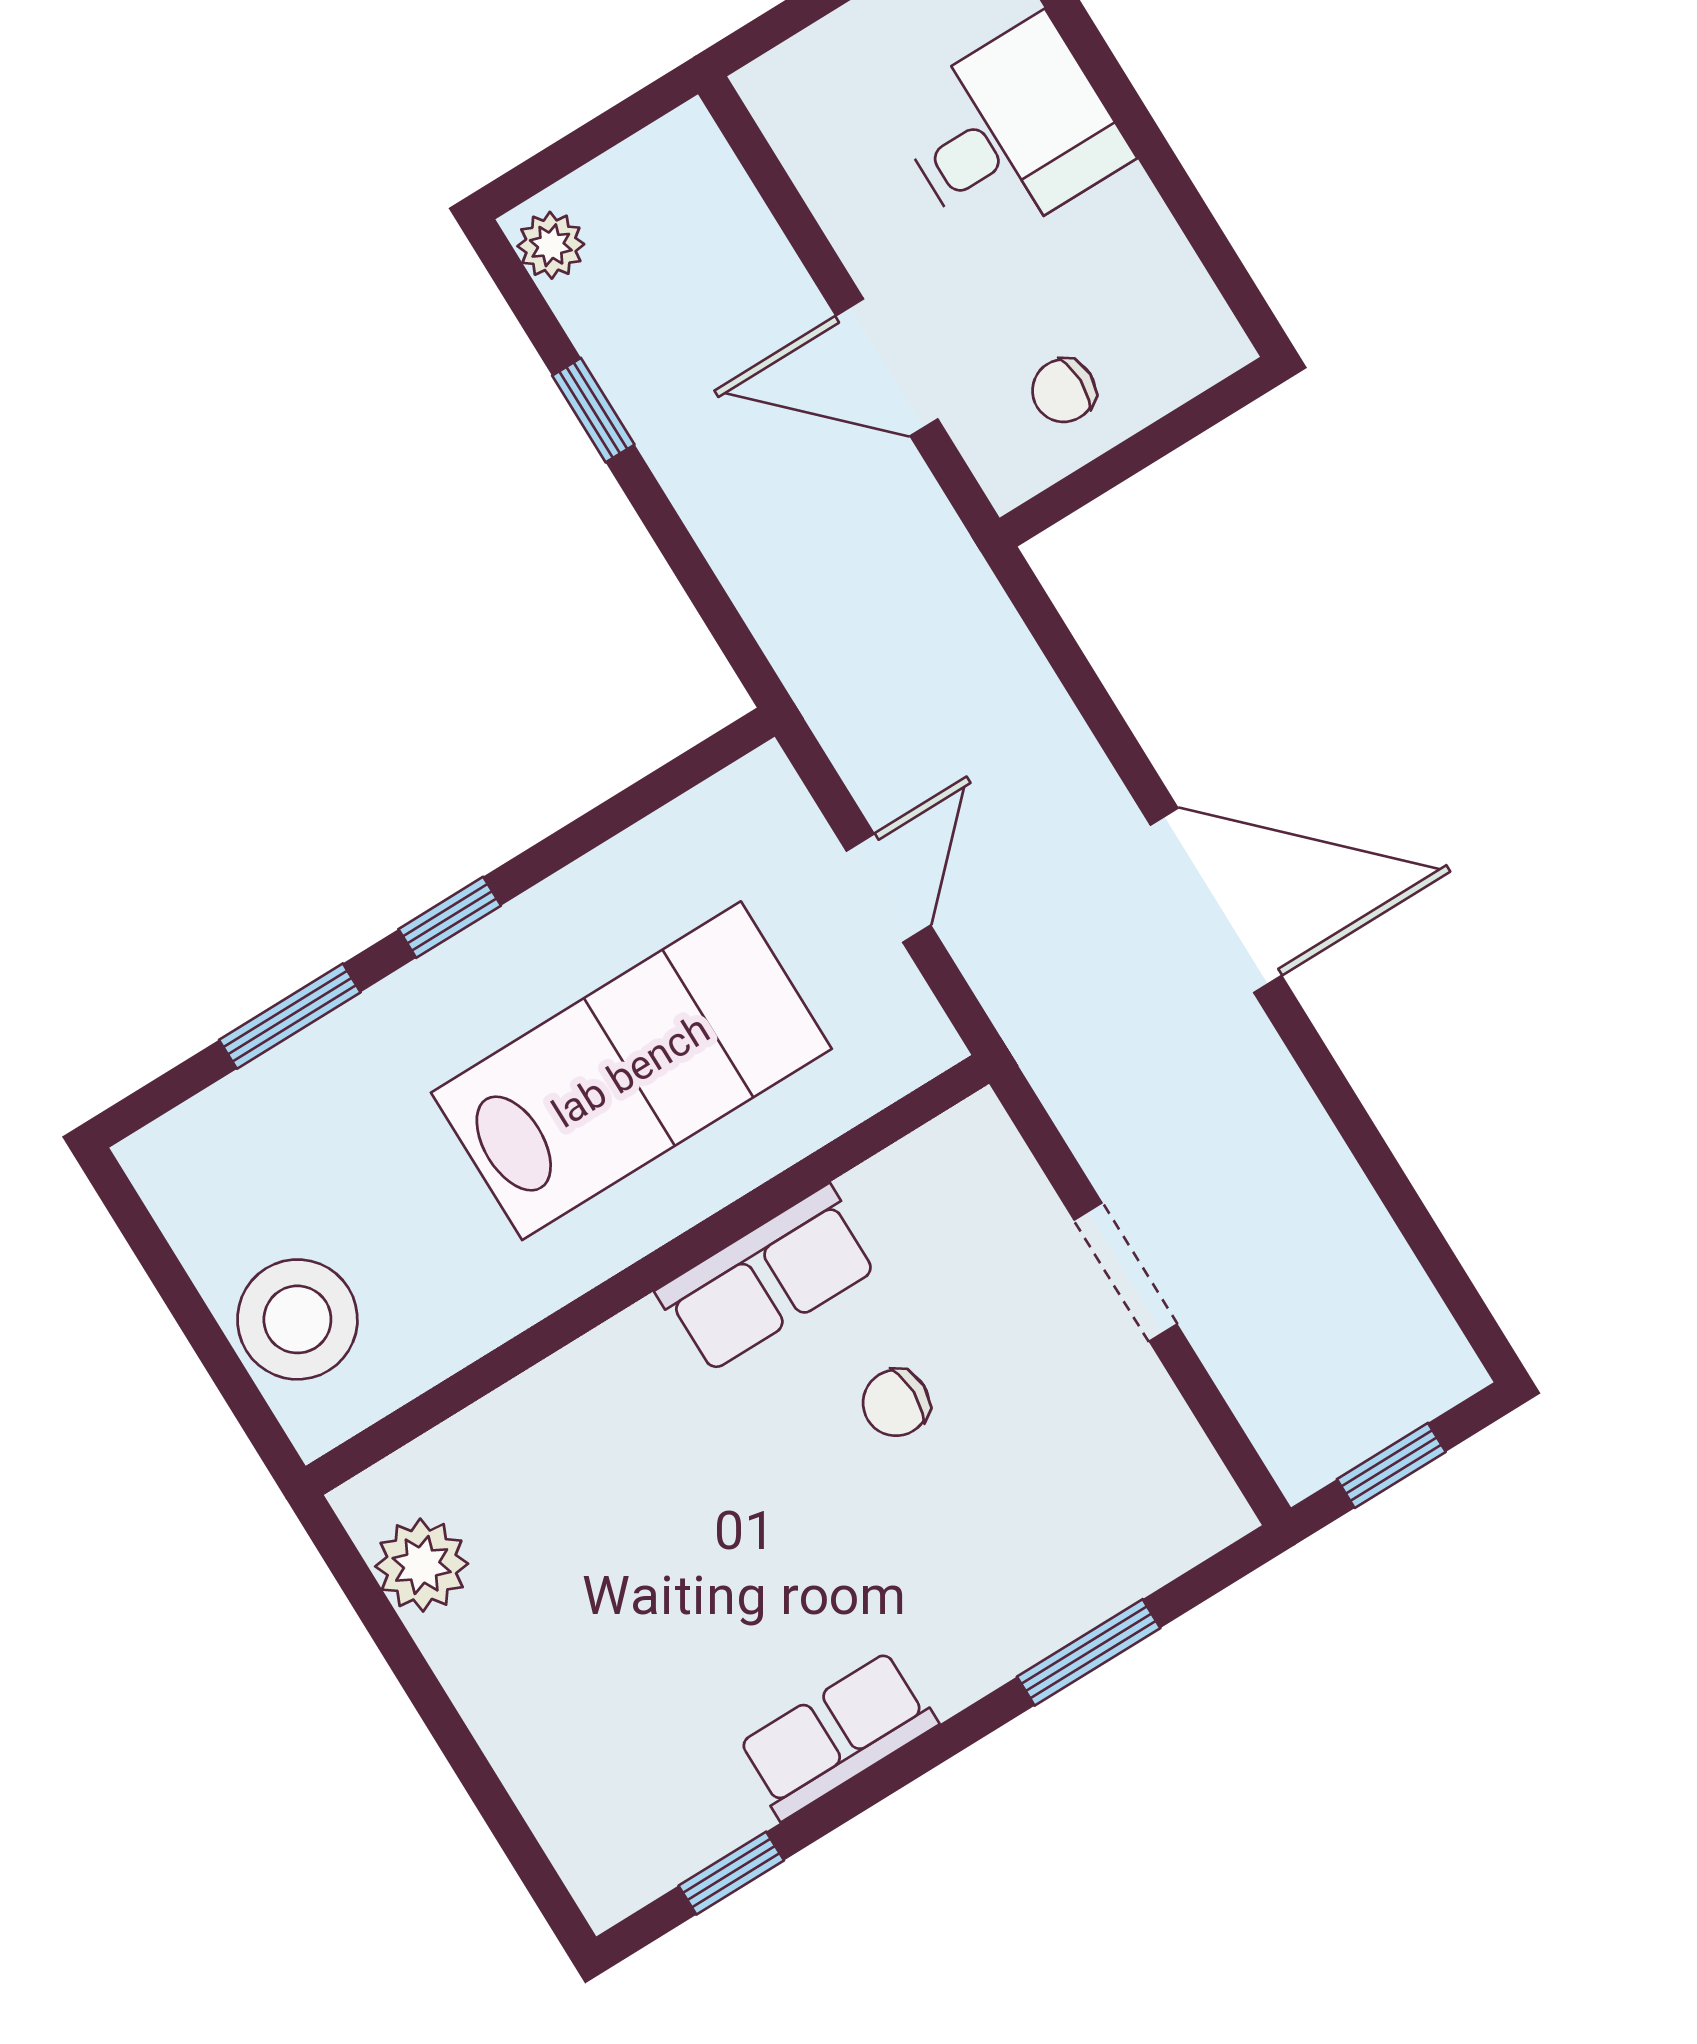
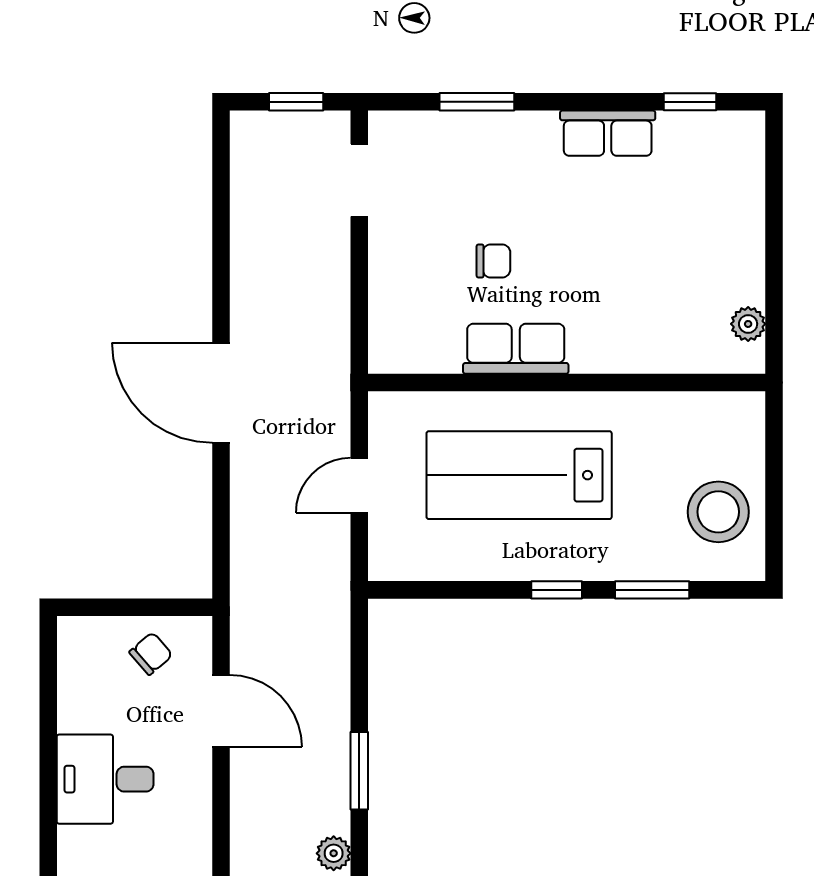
chair: (1064, 391) -> (151, 654), turned -41
window: (593, 410) -> (359, 771), width x1.50
doorway: (1126, 1272) -> (359, 180), moved
stool: (297, 1319) -> (718, 512), moved
plant: (422, 1565) -> (748, 324), width x0.73, depth x0.73

